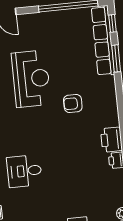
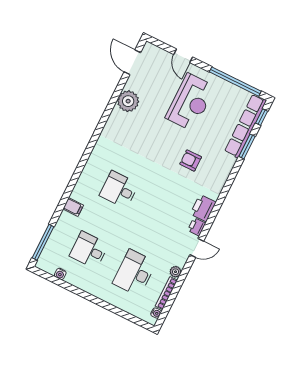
reception desk: (31, 79) -> (190, 102), moved

